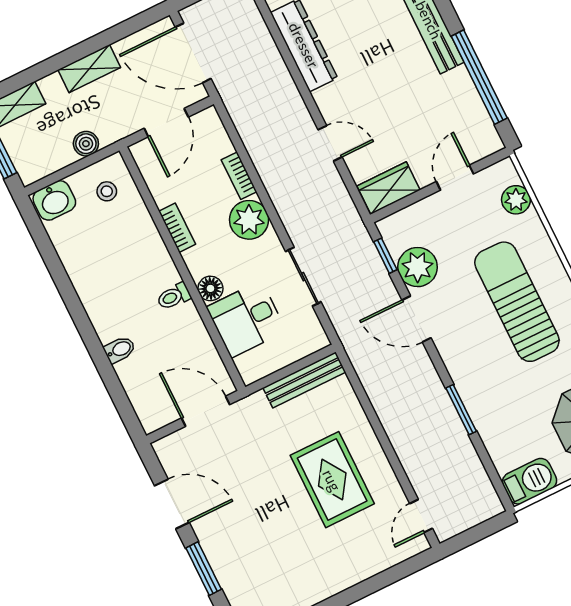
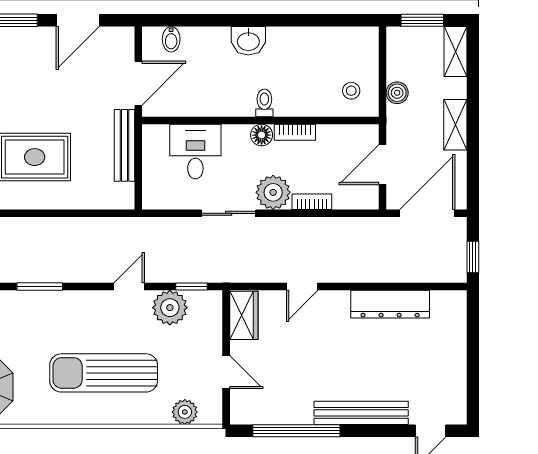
door: (166, 123) -> (382, 165), hinge flipped
washbasin: (54, 200) -> (248, 41), moved, turned -90
sliding door: (303, 277) -> (229, 213), moved
floor lamp: (210, 288) -> (262, 135), moved
toilet: (174, 296) -> (264, 103), moved
sun lounger: (517, 302) -> (104, 373), turned 180
door: (417, 319) -> (129, 287), width x0.73
bidet: (120, 350) -> (171, 39), moved
bench: (304, 380) -> (124, 145), moved

